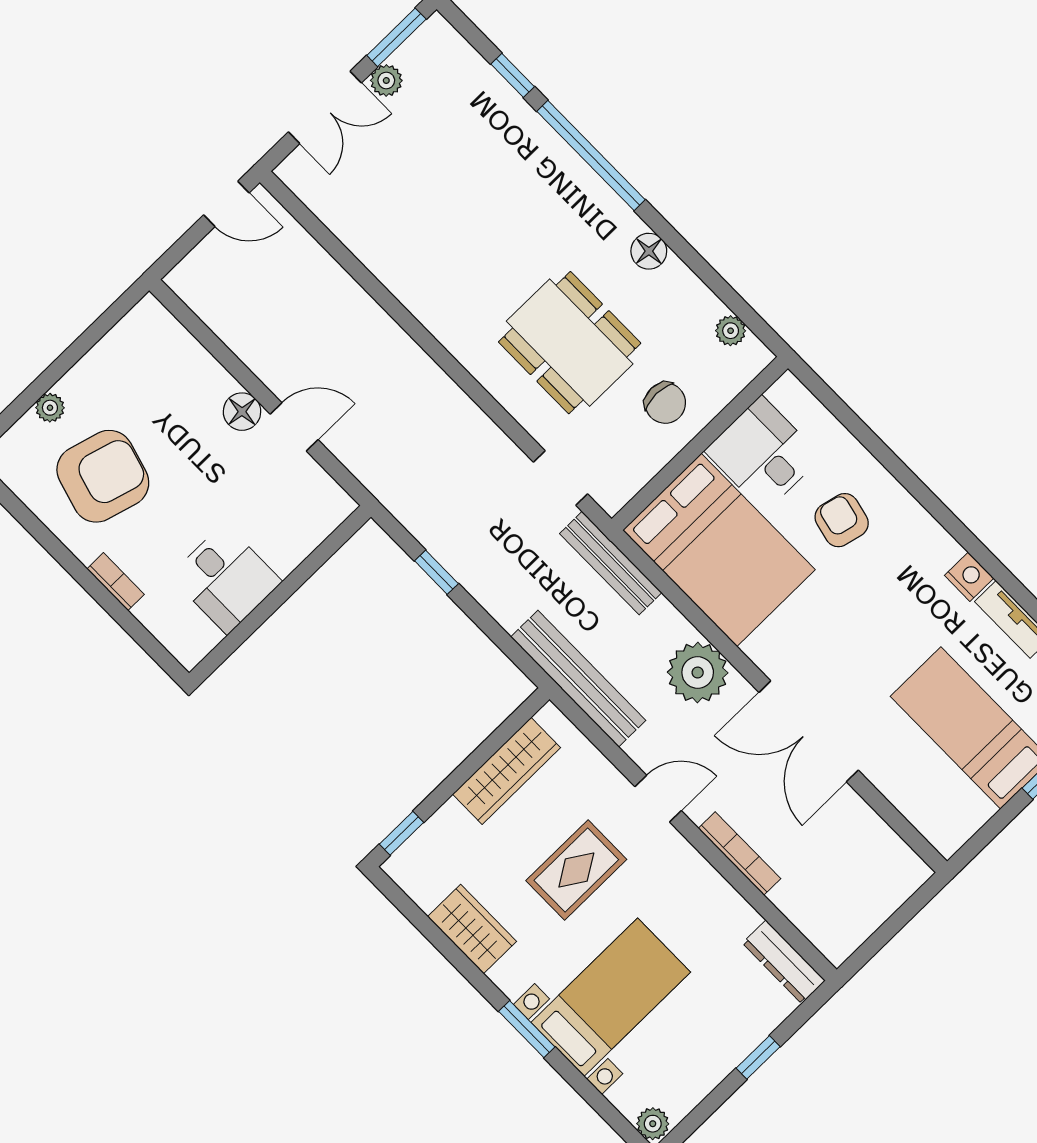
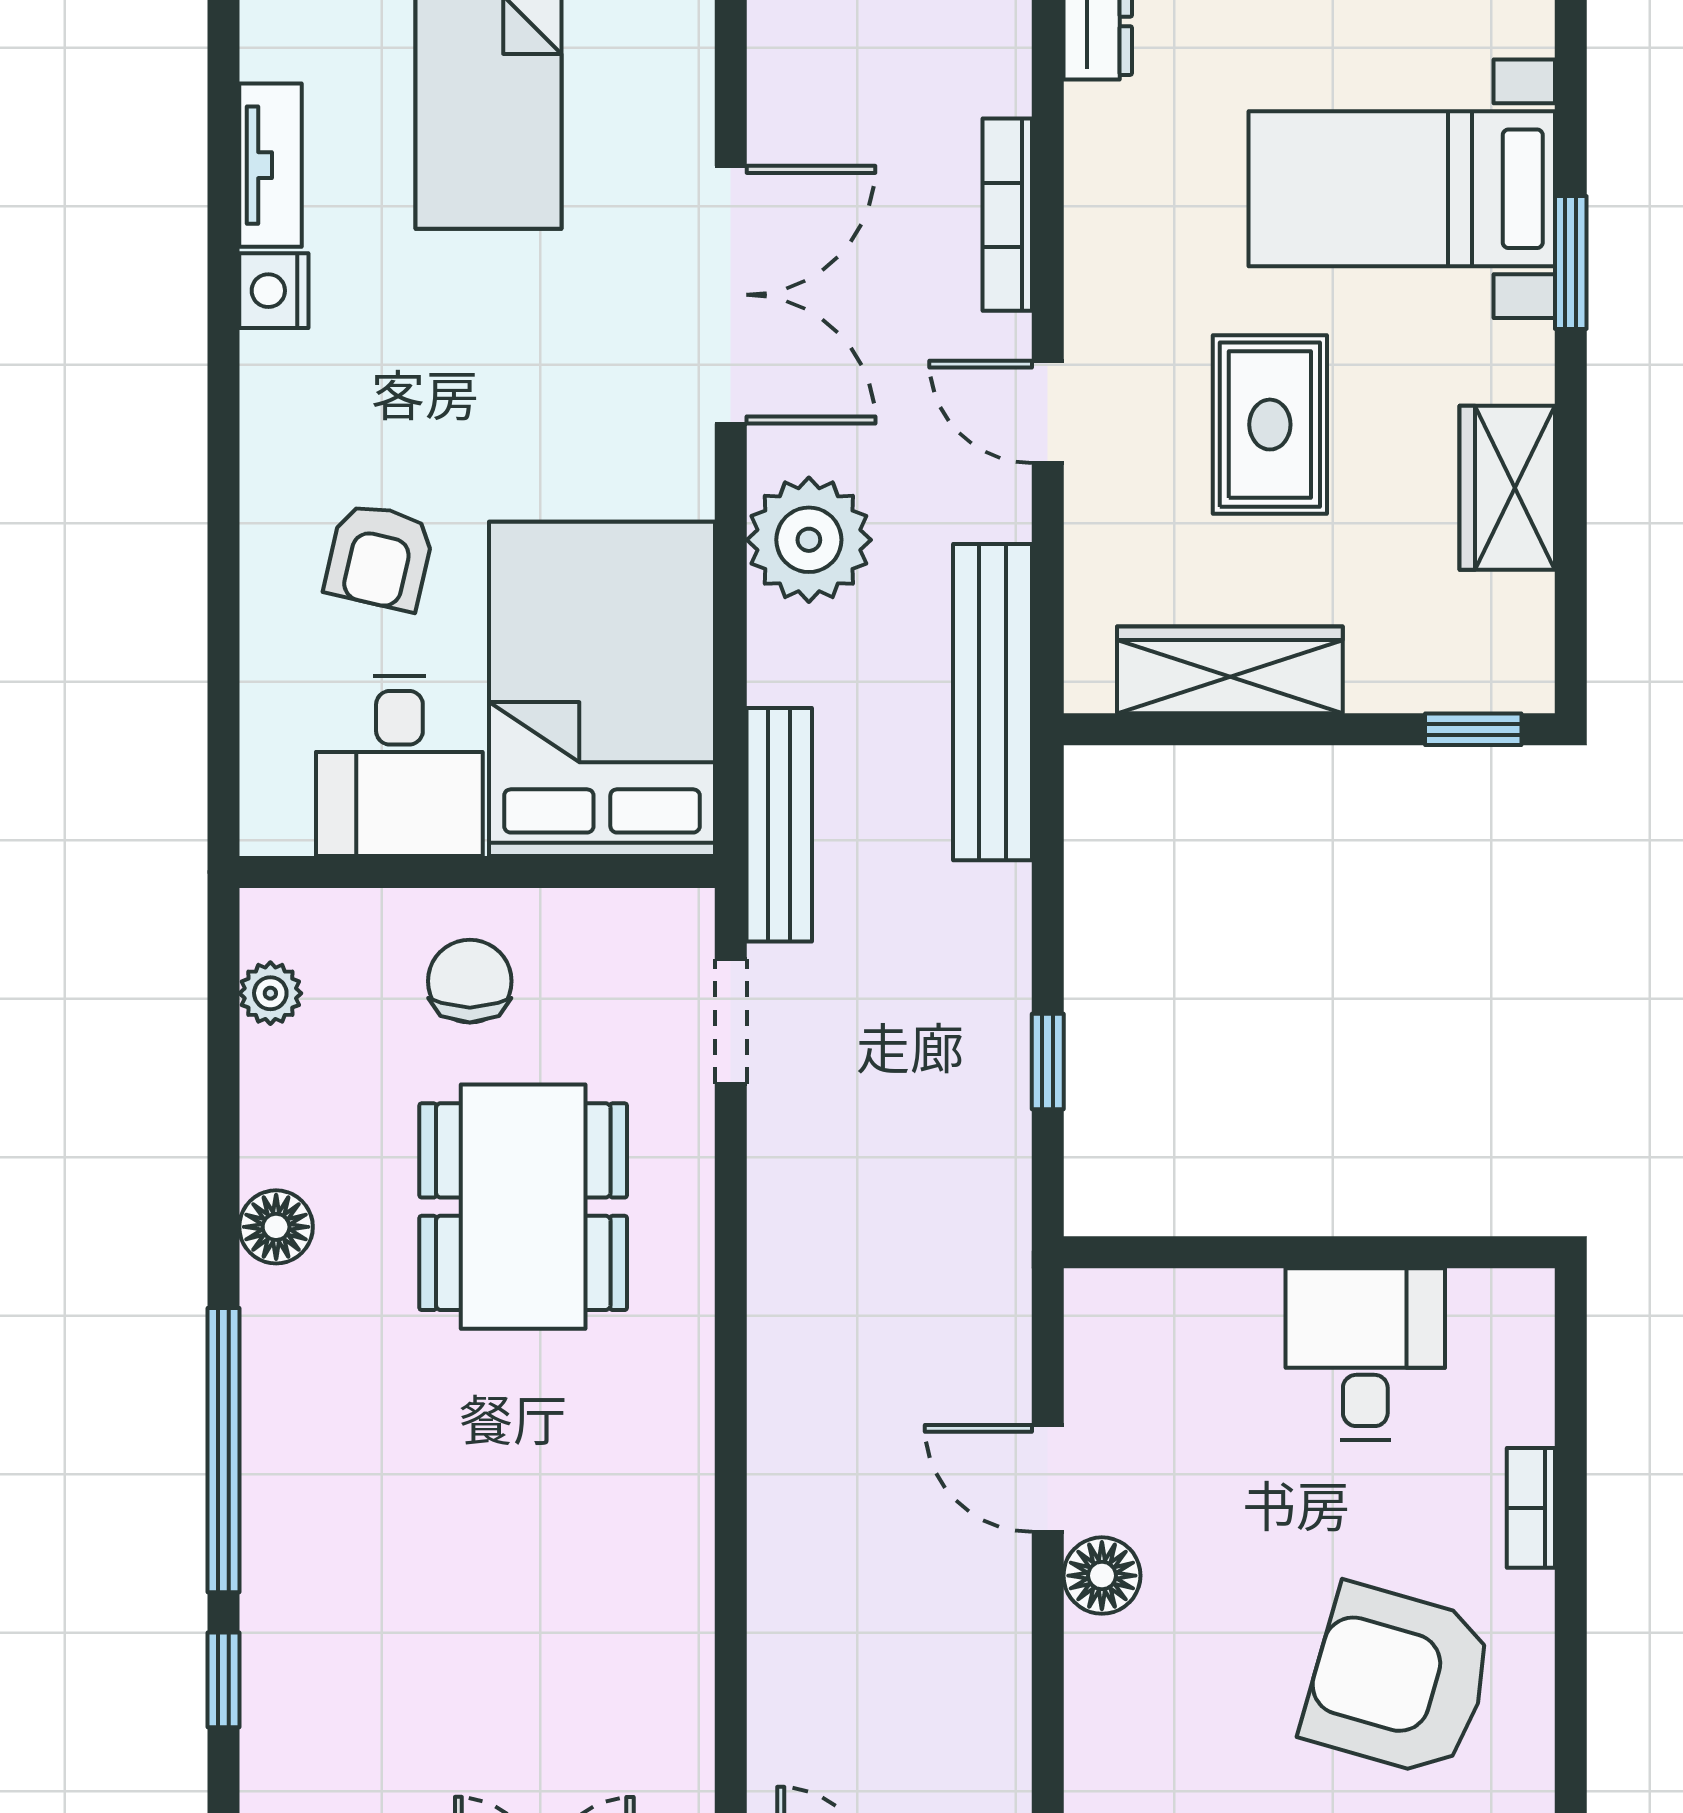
rug: (576, 870) -> (1270, 425), turned 90

